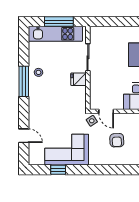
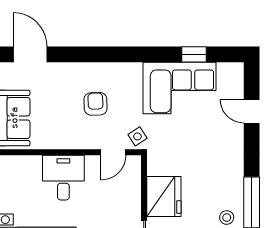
fridge: (79, 79) -> (164, 197), width x1.88, depth x1.34
door: (106, 111) -> (113, 152), swing flipped

